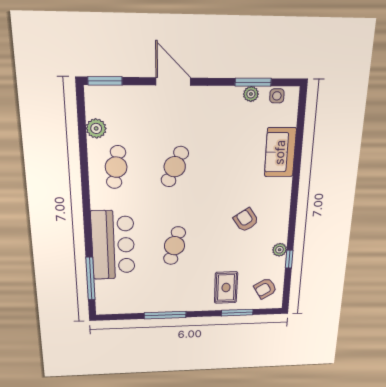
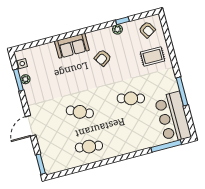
plant: (96, 128) -> (69, 163), removed
sofa: (280, 152) -> (72, 46), moved
bar counter: (113, 245) -> (173, 117), moved, turned -90
window: (237, 313) -> (169, 43), removed

